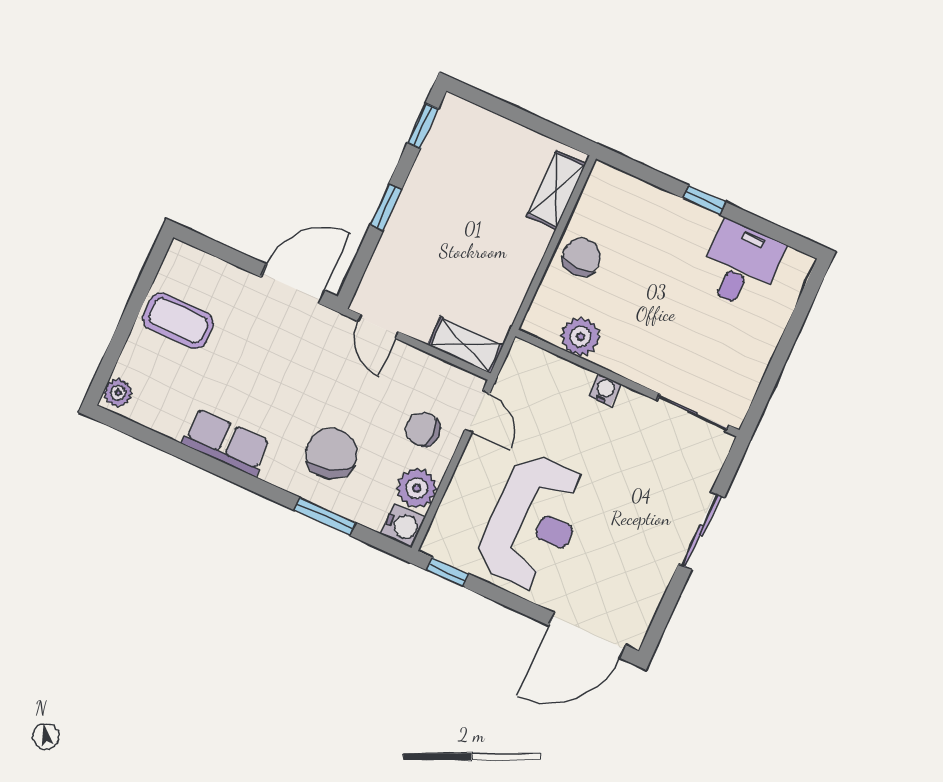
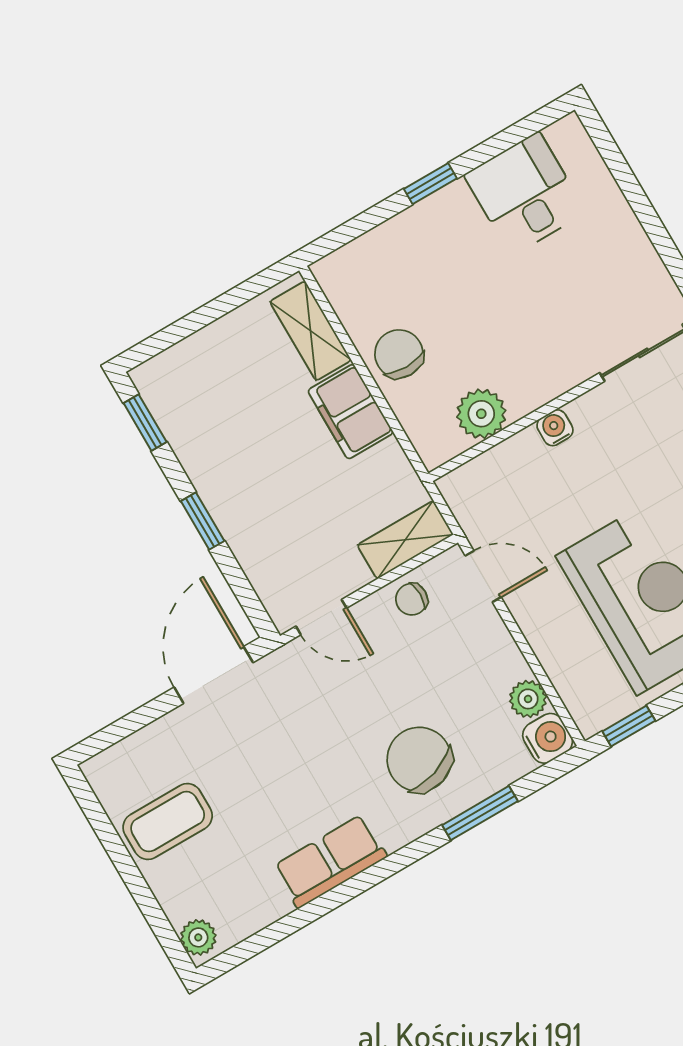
filing cabinet: (523, 252) -> (351, 412), added
chair: (423, 429) -> (412, 599), moved, width x0.73, depth x0.73
plant: (417, 488) -> (528, 699), width x0.73, depth x0.73

